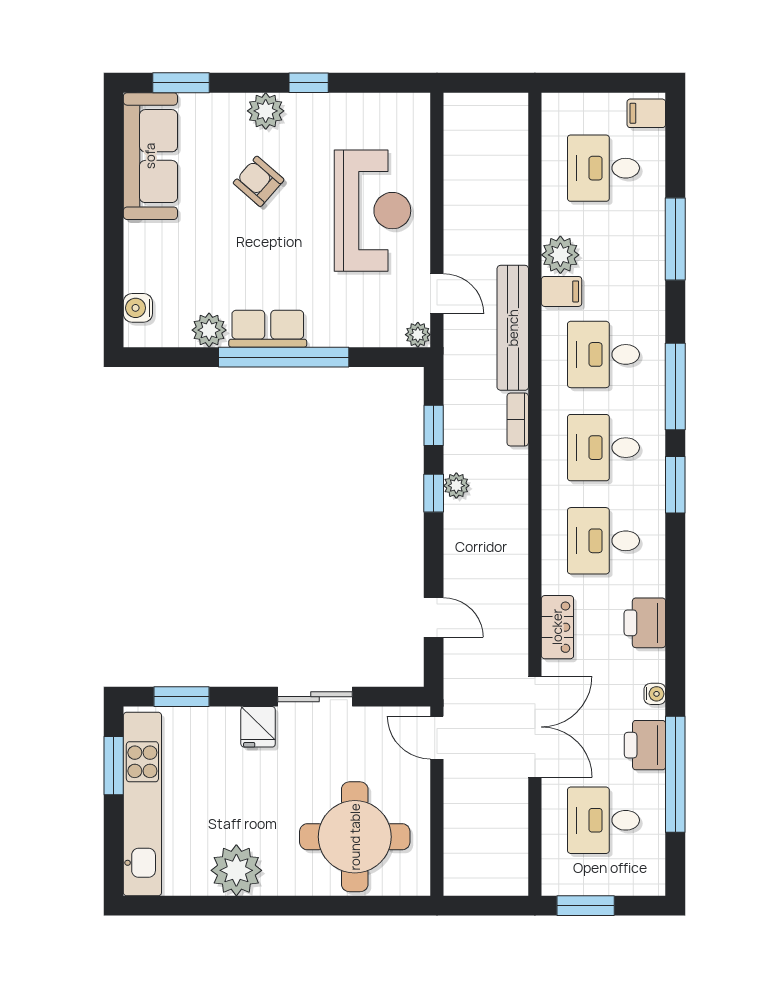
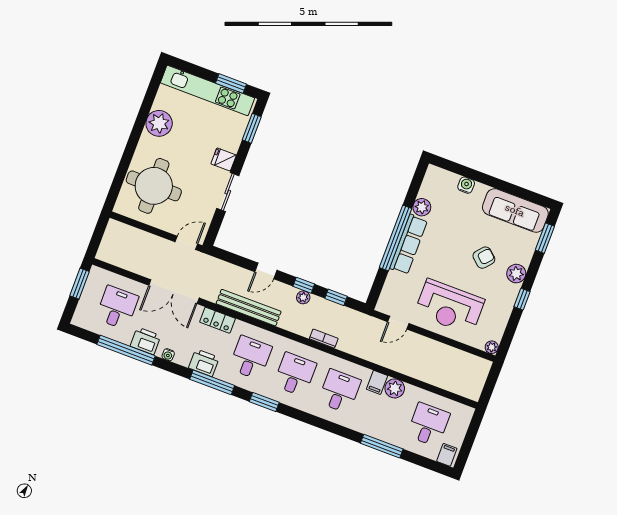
water cooler: (138, 308) -> (466, 185), moved
bench: (513, 328) -> (249, 308), moved
row of seats: (268, 329) -> (409, 244), width x1.48
plant: (418, 335) -> (492, 347), moved
window: (675, 387) -> (212, 382), moved
door: (434, 617) -> (266, 271), moved

